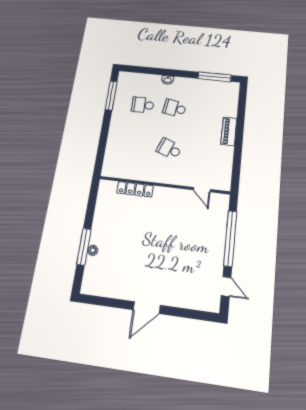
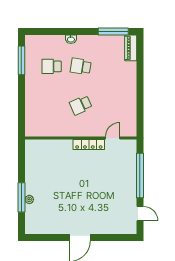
piano: (229, 131) -> (131, 48), moved
school desk: (169, 149) -> (81, 105), turned -45
locker: (135, 189) -> (89, 144), moved
door: (202, 190) -> (113, 138), swing flipped

